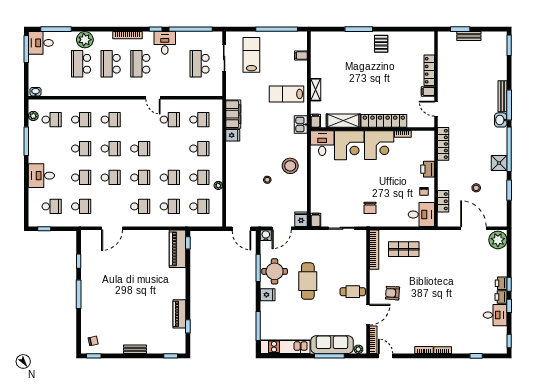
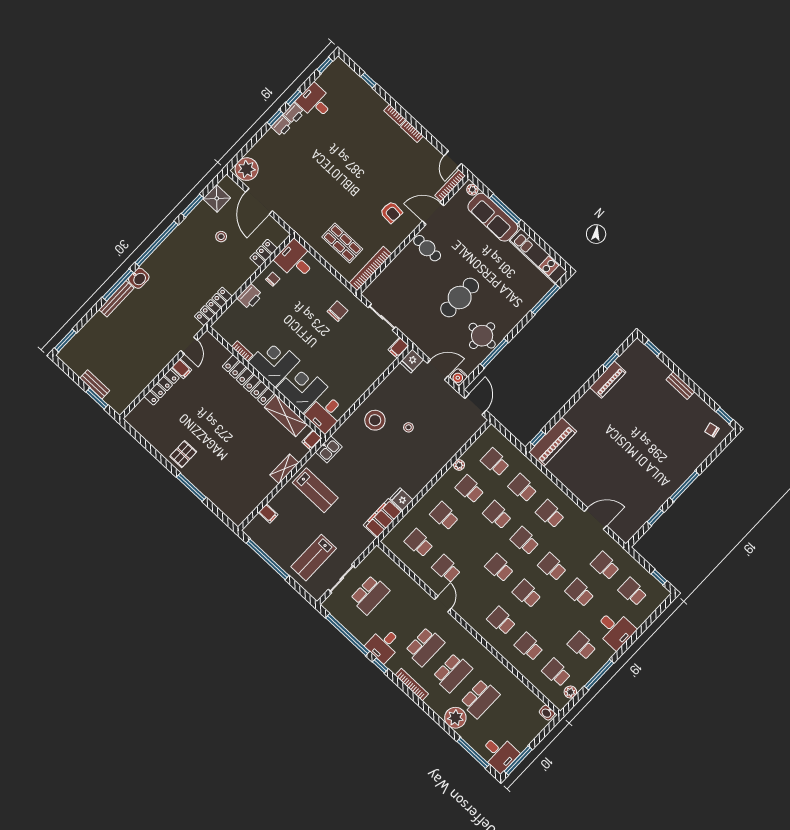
school desk: (81, 149) -> (582, 646), moved
shower: (499, 163) -> (217, 198), moved
fridge: (268, 295) -> (509, 320), removed

